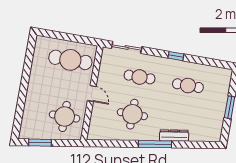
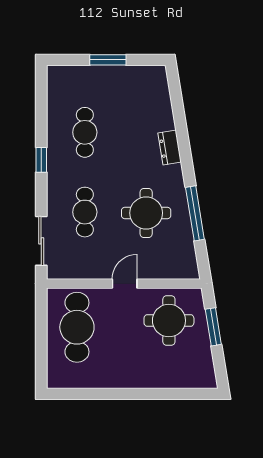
dresser: (174, 136) -> (170, 148), width x0.70
window: (40, 143) -> (213, 327), moved
window: (155, 144) -> (195, 213), moved

